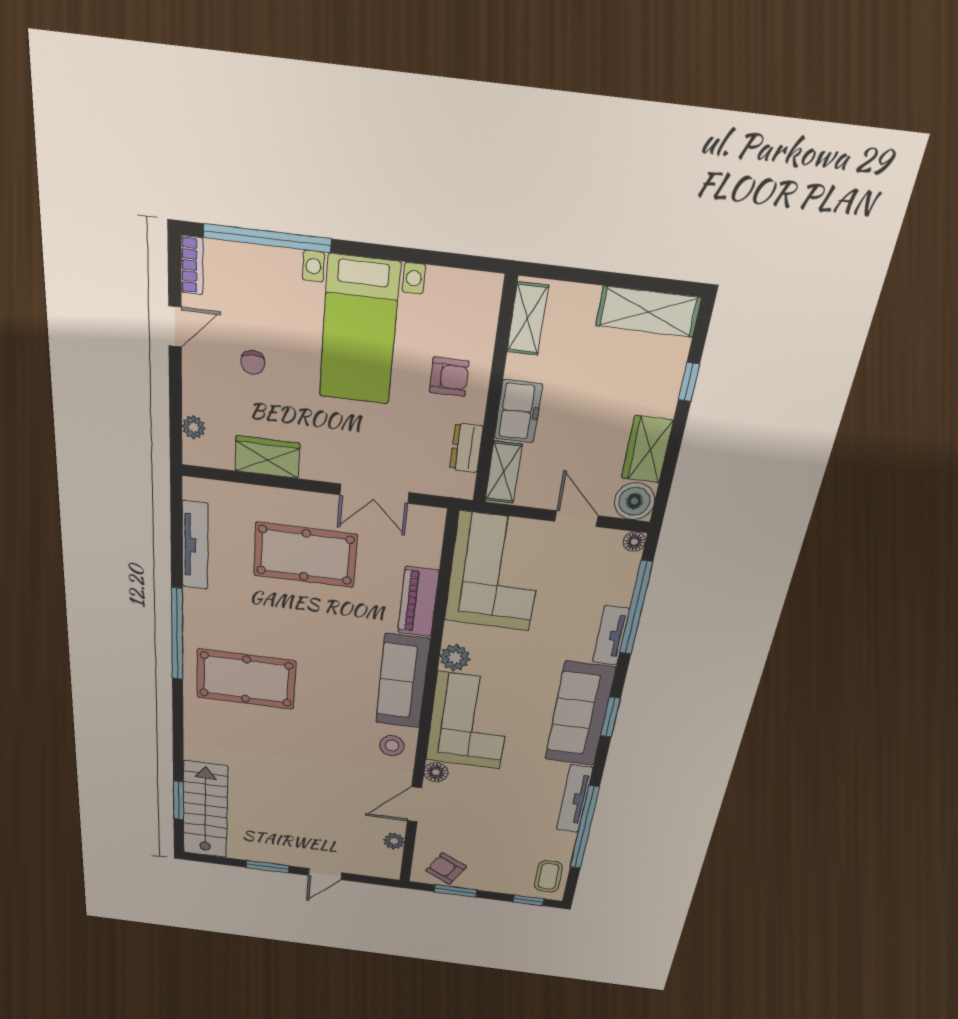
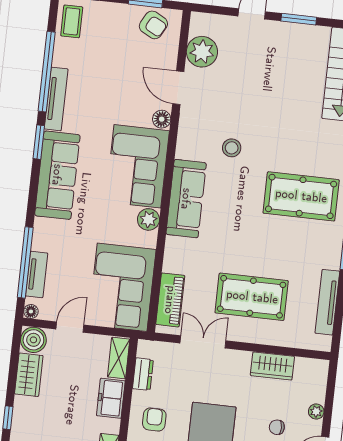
chair: (253, 362) -> (277, 427), turned -90
armchair: (449, 377) -> (154, 419), turned 90
plant: (194, 427) -> (316, 412), moved
door: (576, 519) -> (70, 327), swing flipped
piano: (418, 602) -> (170, 300), moved
tv unit: (611, 635) -> (37, 274), moved
window: (610, 717) -> (39, 142), moved
stool: (392, 746) -> (232, 148), moved
door: (414, 805) -> (178, 88), swing flipped
plant: (394, 841) -> (202, 52), width x1.88, depth x1.88

